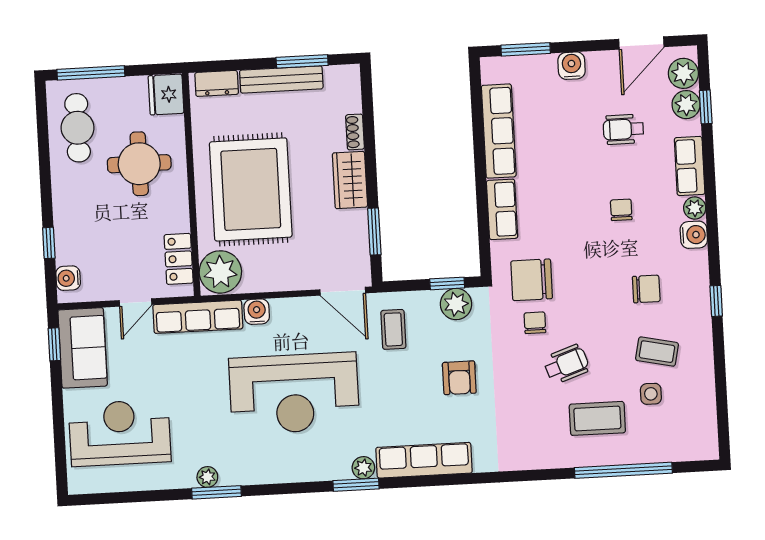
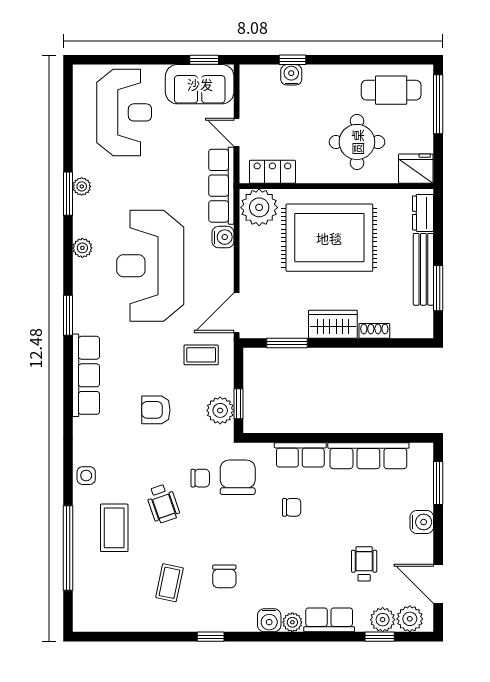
chair: (621, 210) -> (292, 507), moved
water cooler: (68, 278) -> (291, 75), moved
side table: (651, 394) -> (86, 476), moved
plant: (363, 468) -> (82, 248), moved

